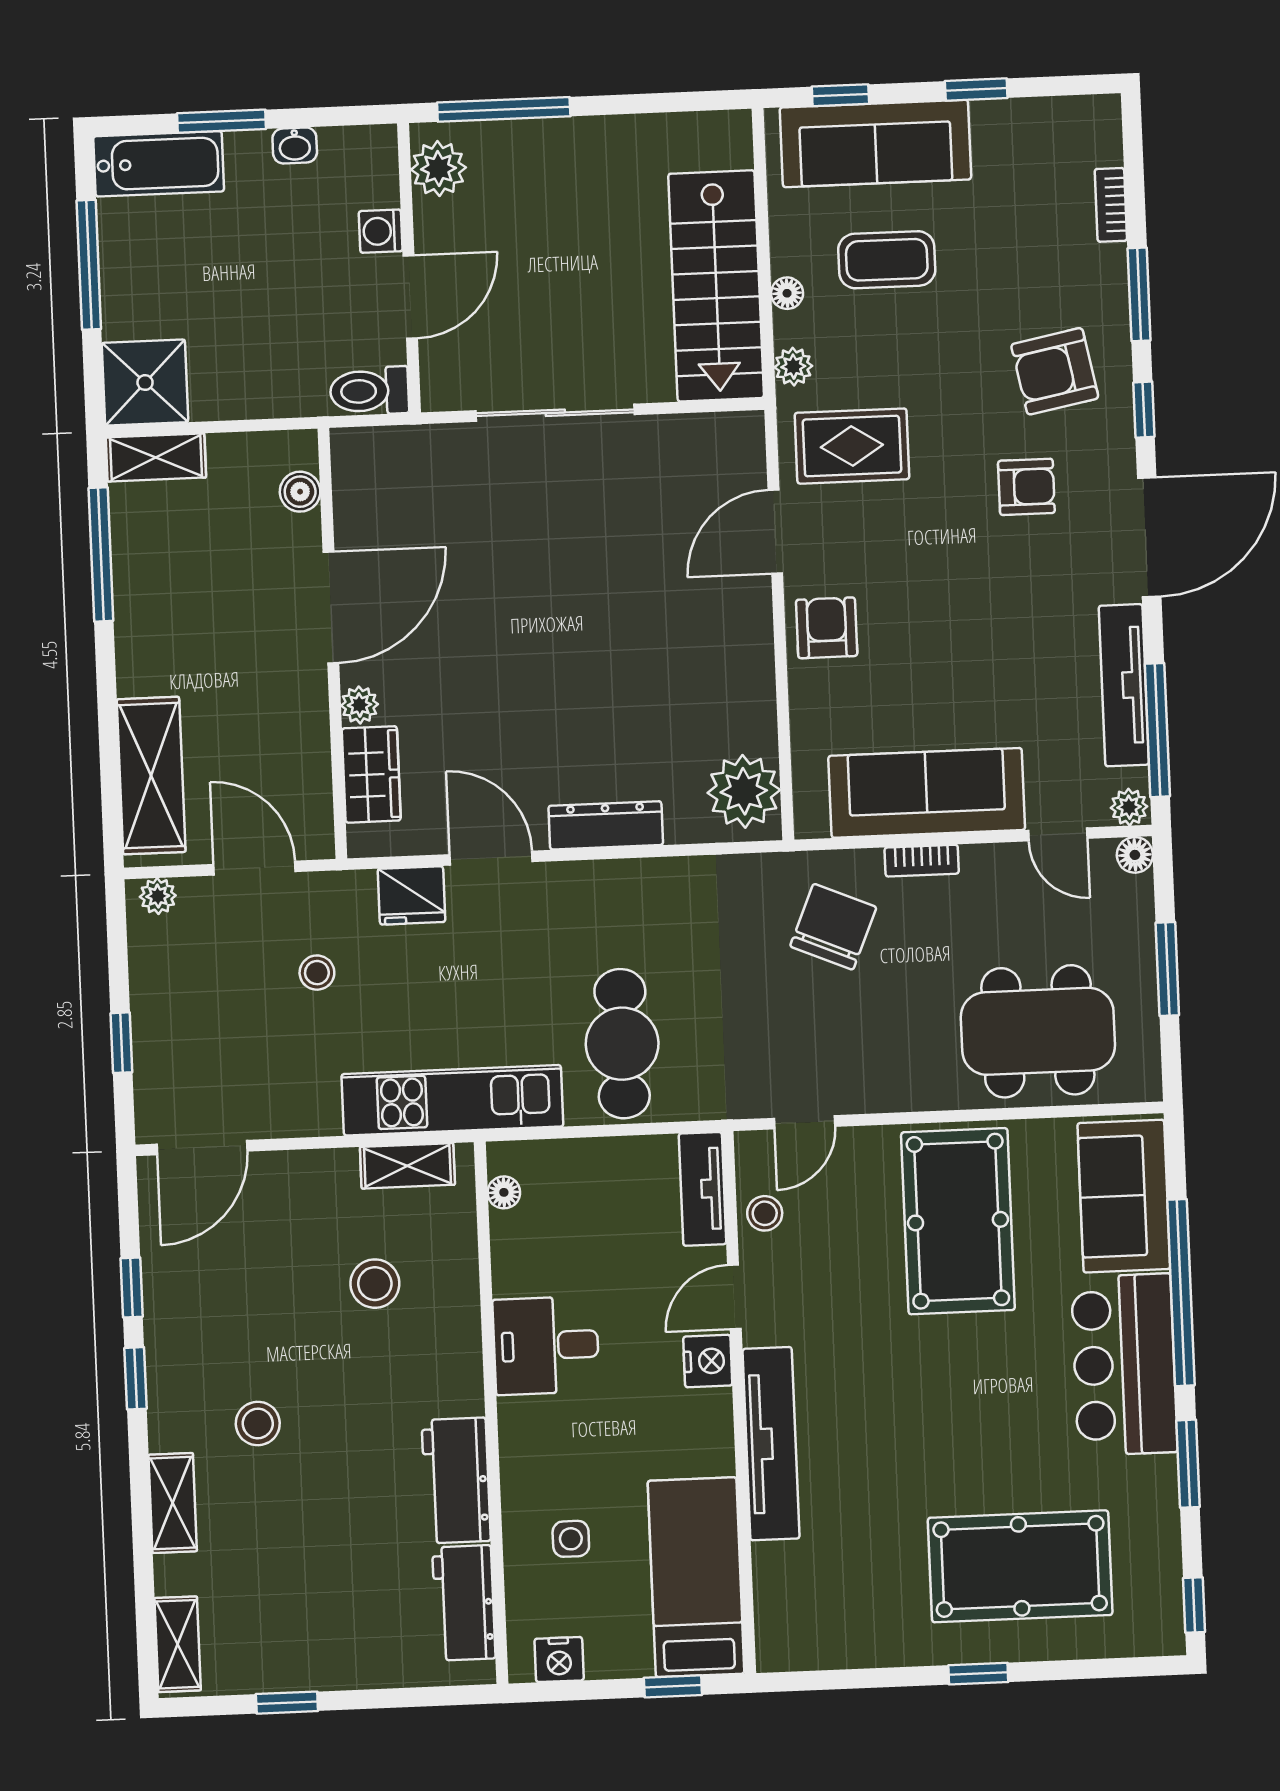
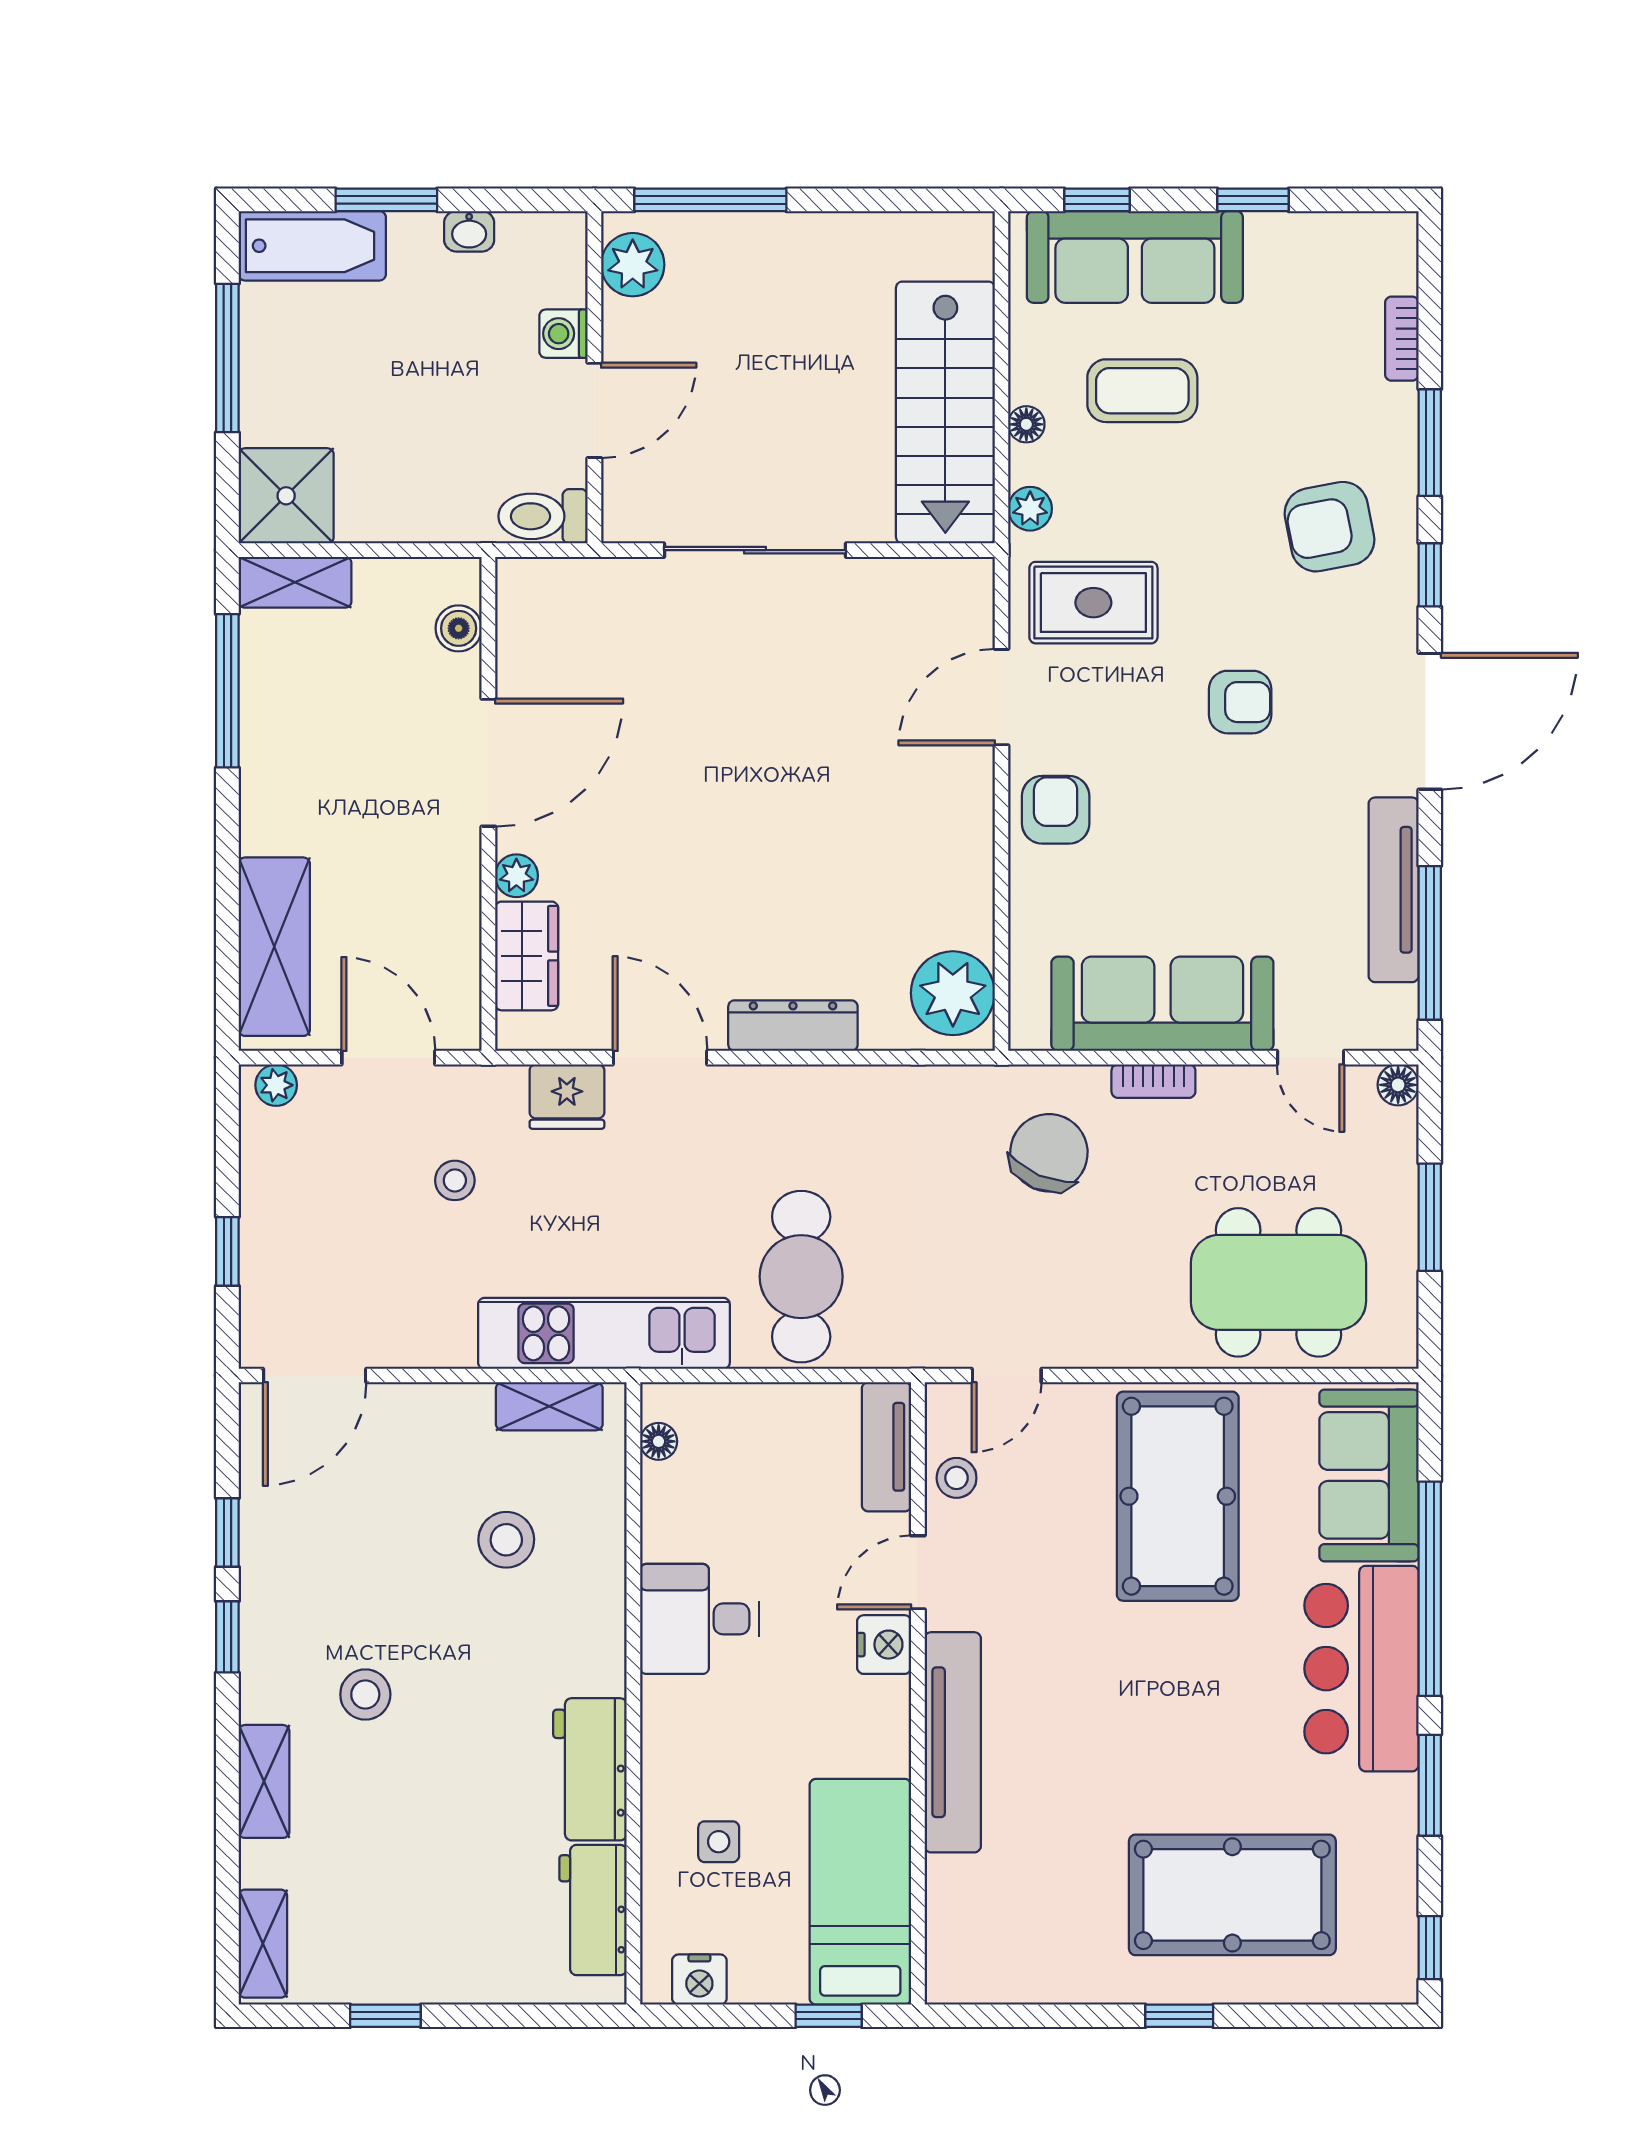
armchair: (1026, 487) -> (1240, 702), moved
plant: (1129, 807) -> (1394, 1030), removed

